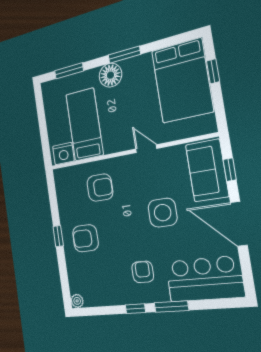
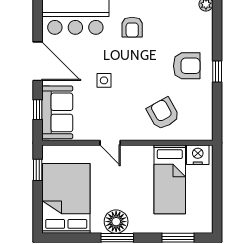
window: (213, 71) -> (38, 170), moved
floor lamp: (110, 75) -> (116, 222), moved
armchair: (100, 188) -> (163, 114), turned 61
side table: (163, 213) -> (104, 80), width x0.54, depth x0.54

